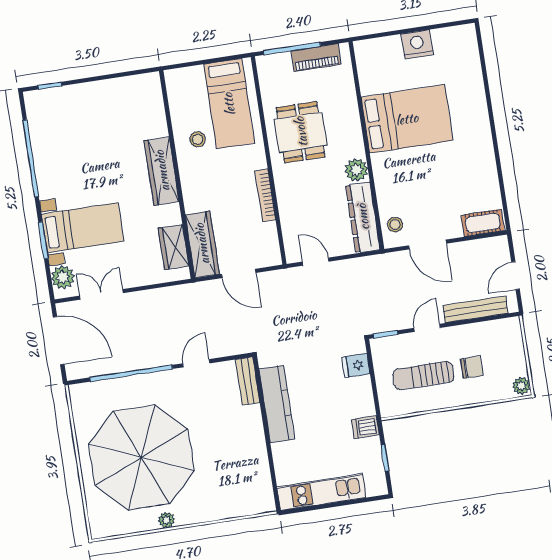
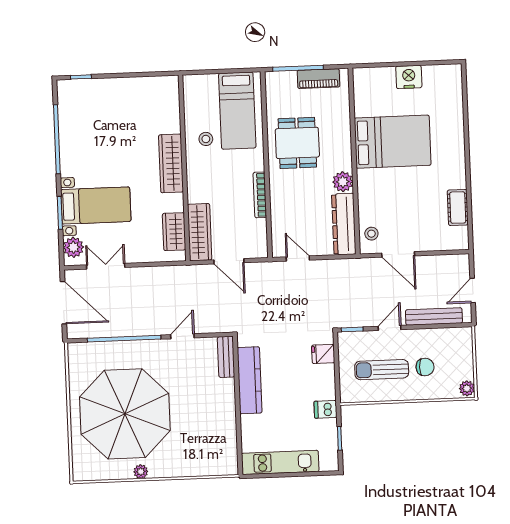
cot: (483, 223) -> (458, 208), moved, turned 90

